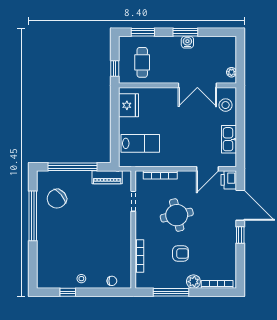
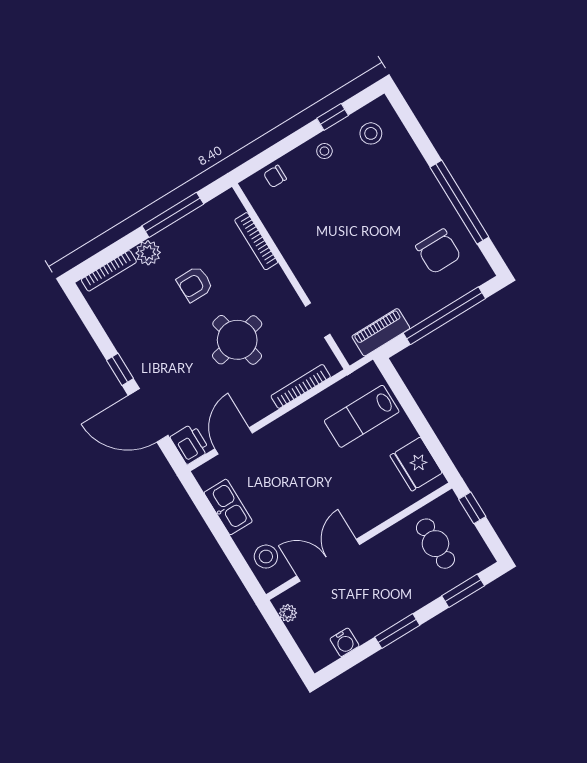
water cooler: (187, 42) -> (345, 642), moved
chair: (57, 199) -> (438, 251), turned 130
stool: (55, 274) -> (371, 133), added

